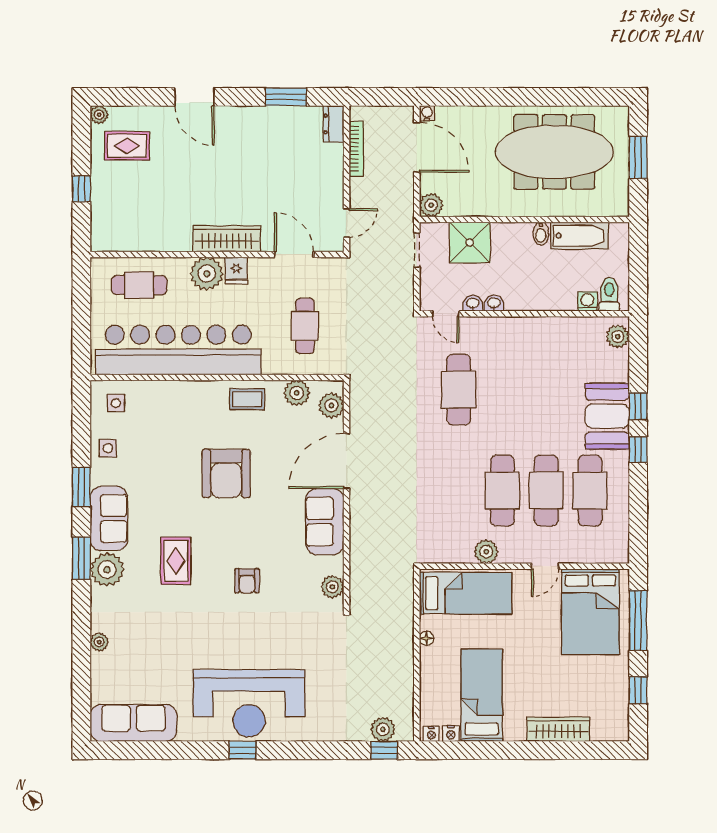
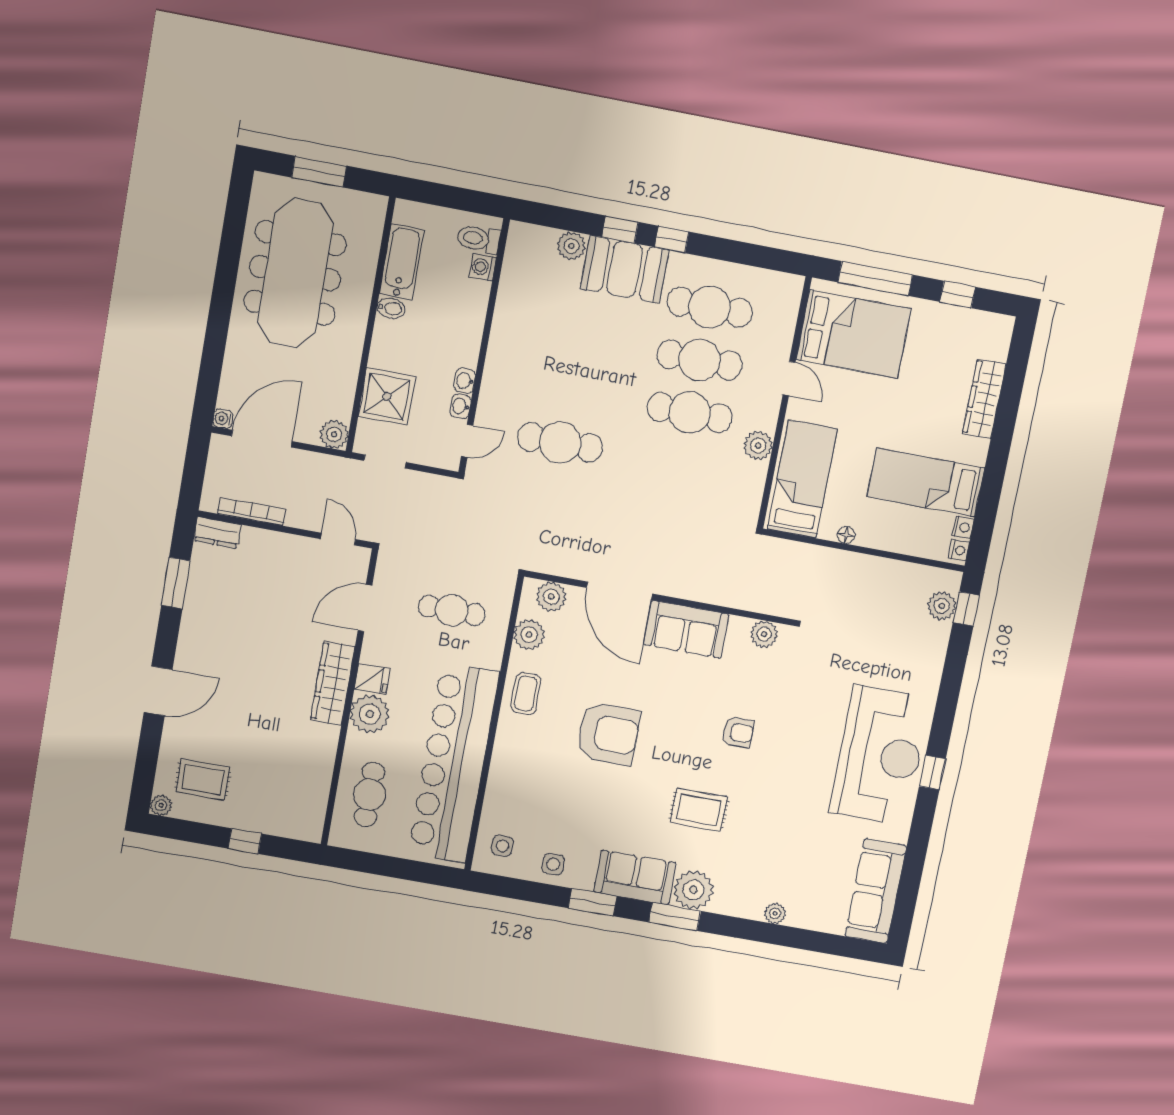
rug: (127, 146) -> (203, 780), turned 90
plant: (618, 336) -> (571, 246), moved

